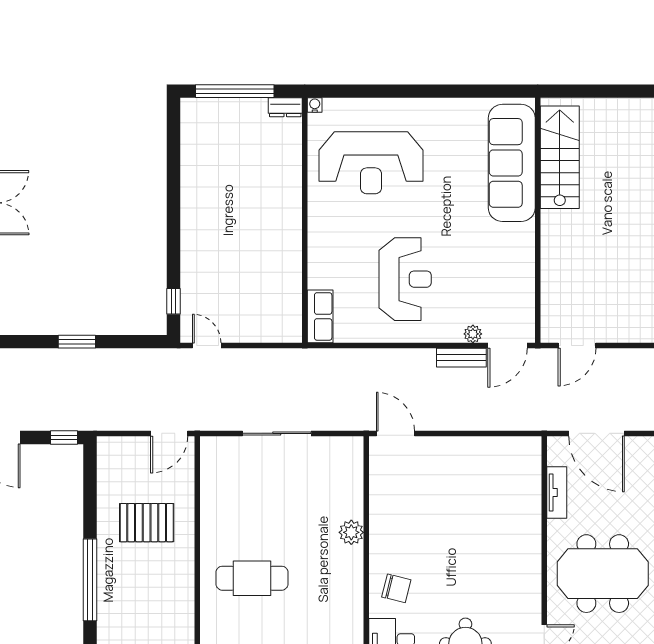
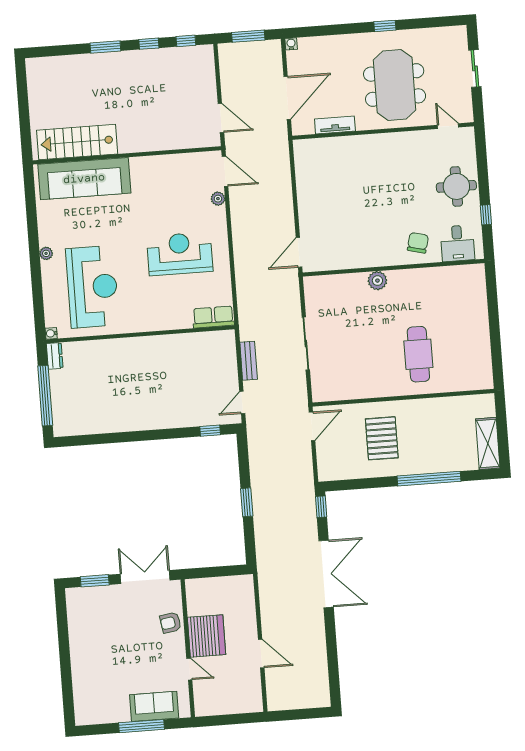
plant: (419, 106) -> (46, 253), added
bench: (461, 358) -> (249, 361), moved
door: (169, 433) -> (312, 426), hinge flipped

